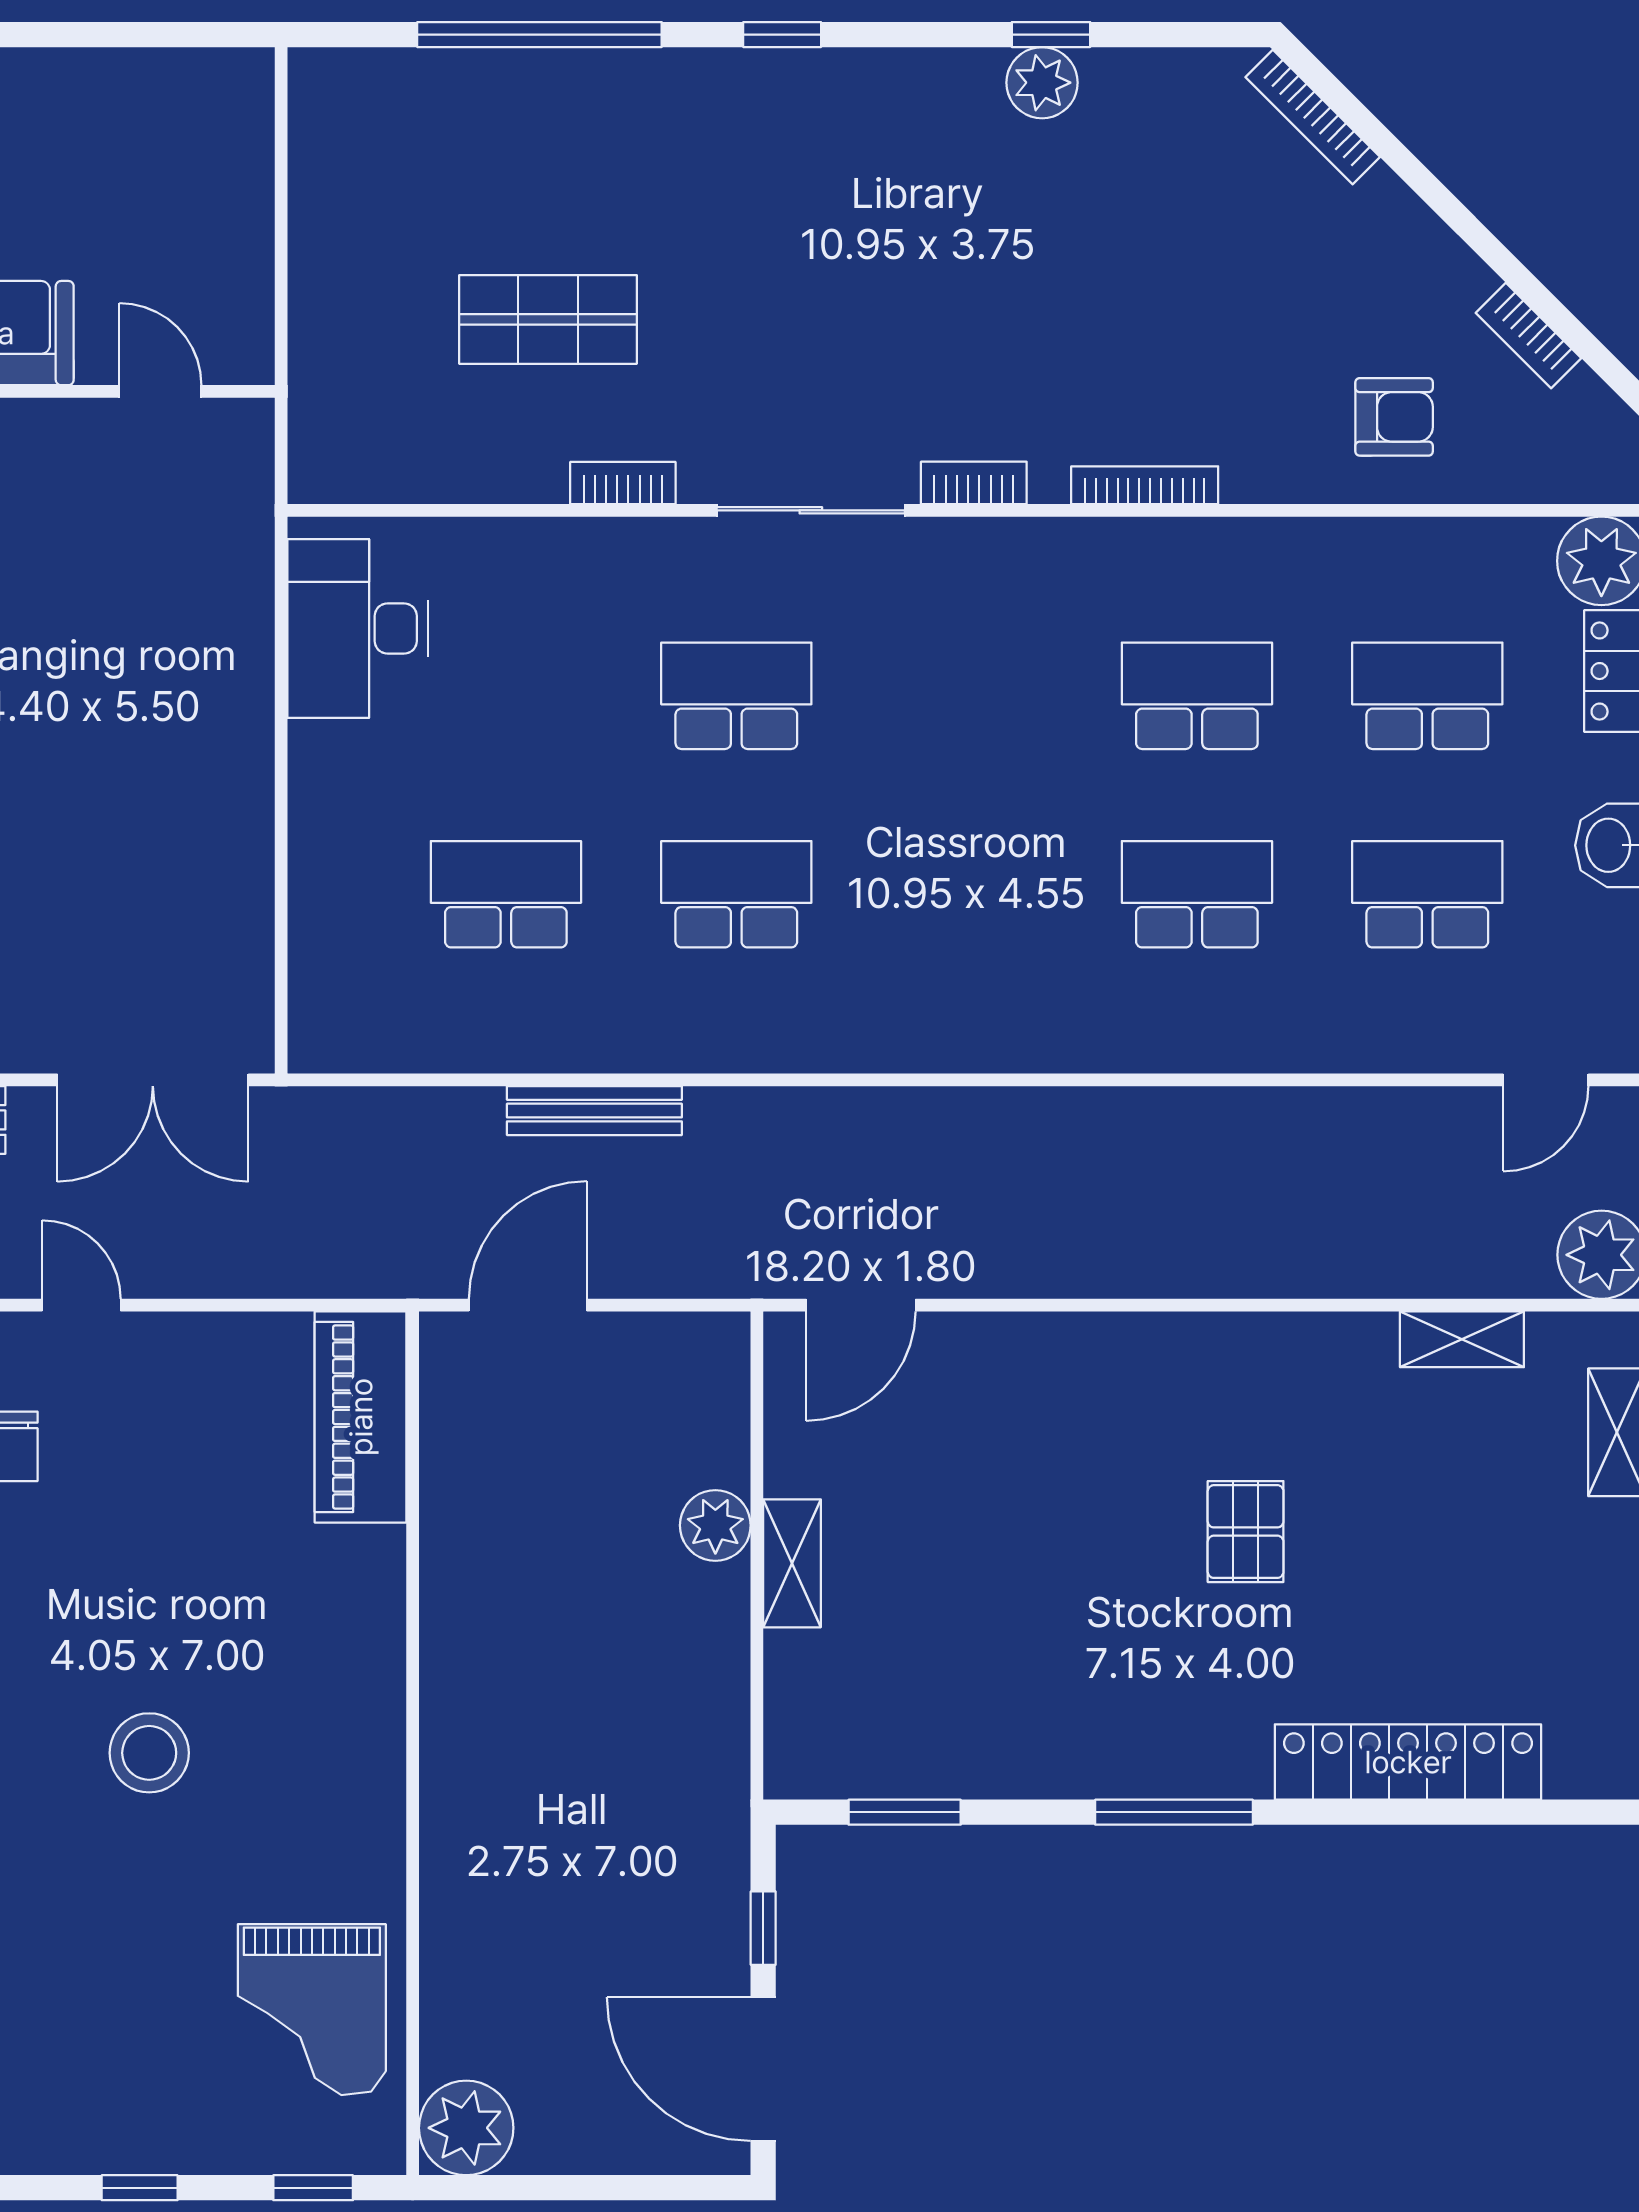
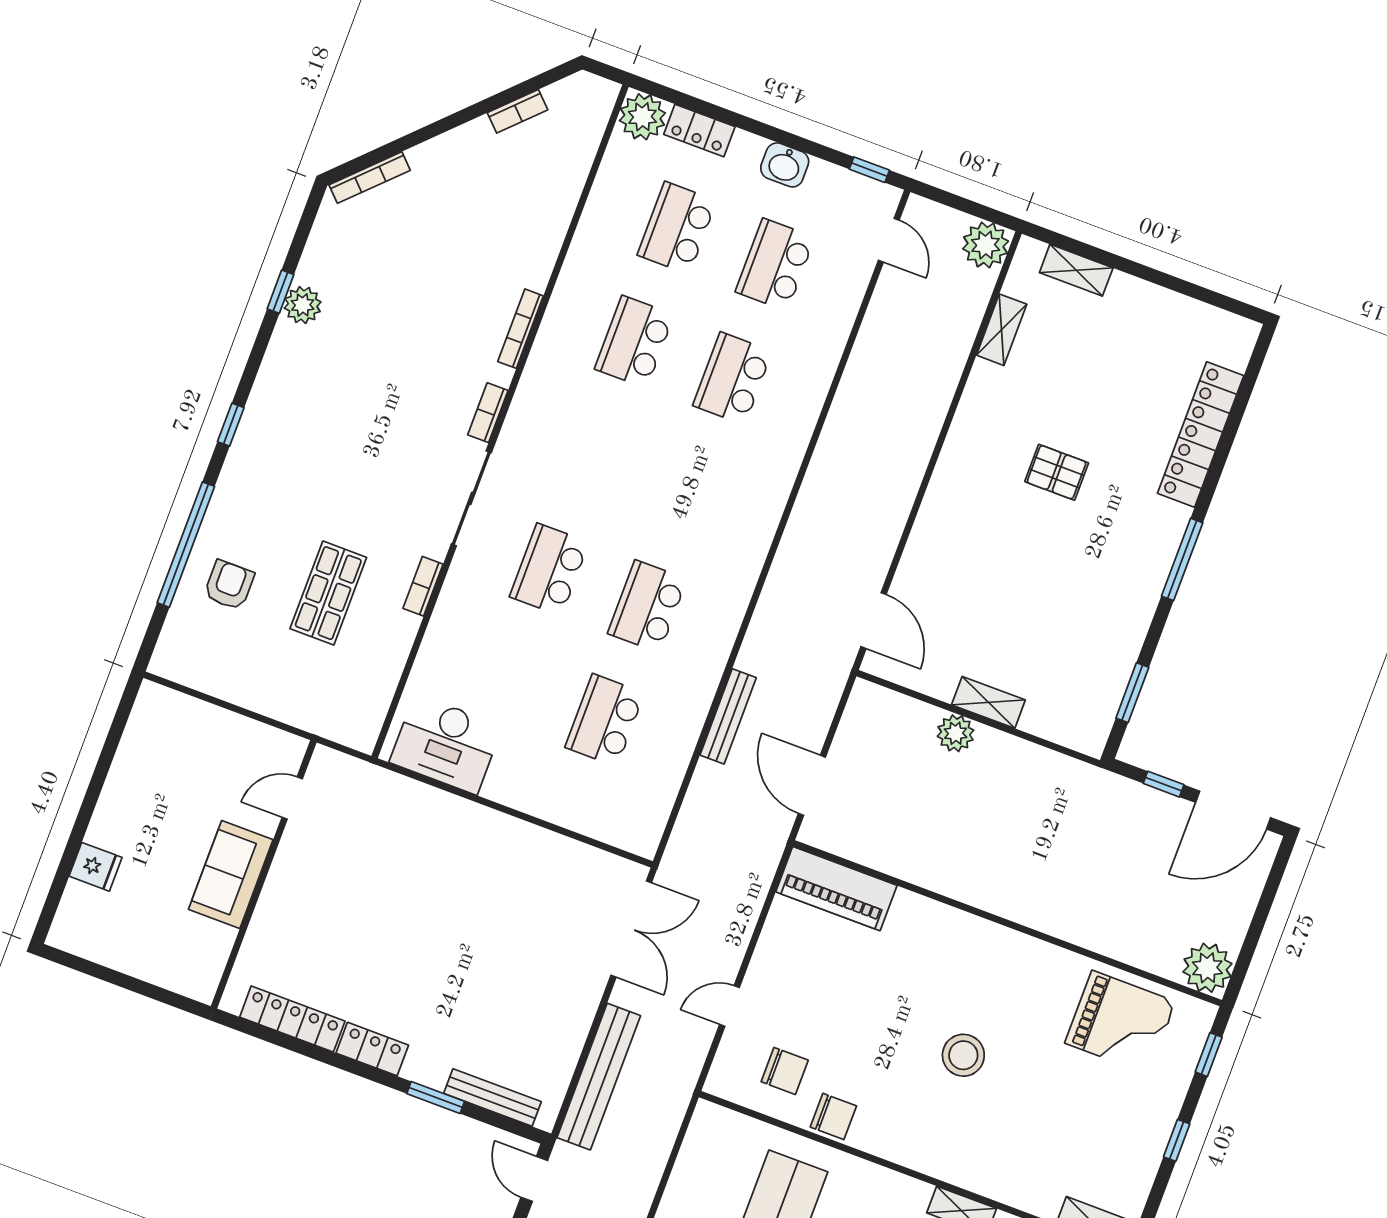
armchair: (1394, 417) -> (229, 585), moved

